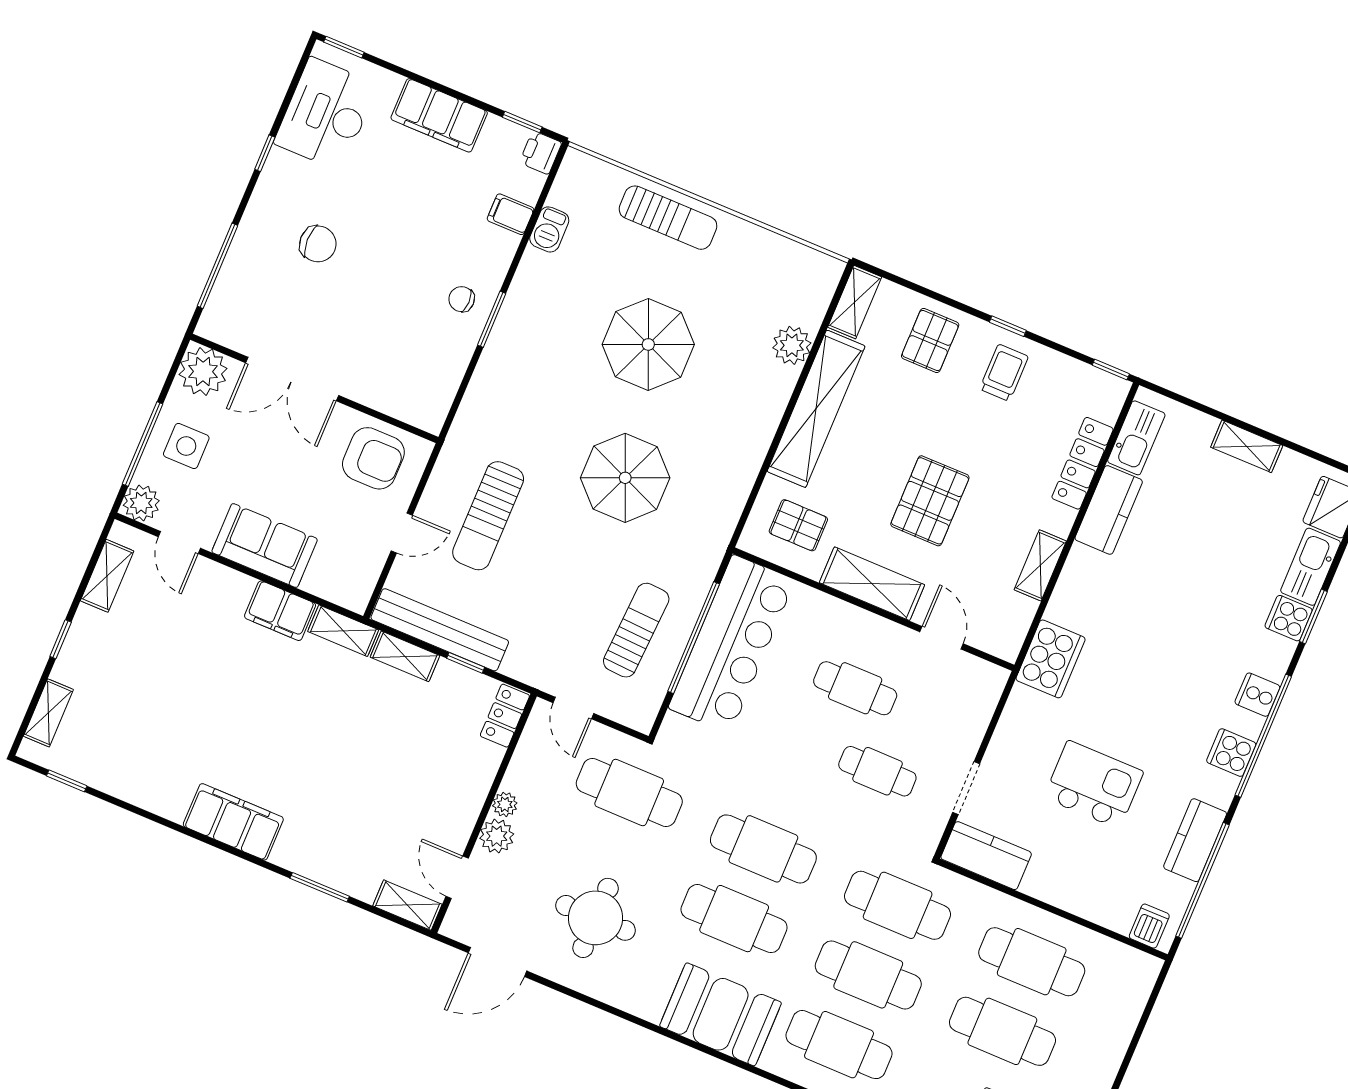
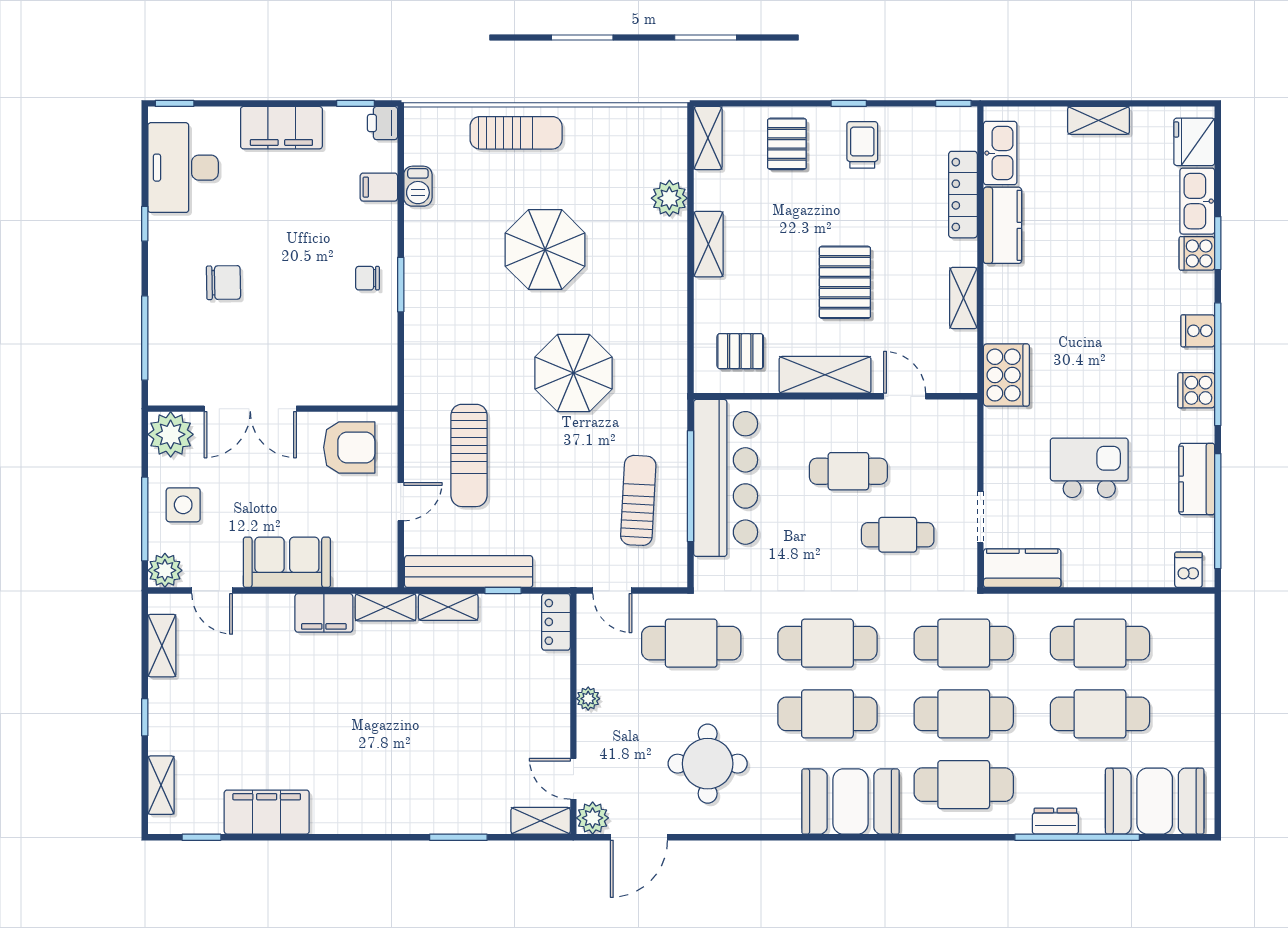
shelving: (816, 409) -> (708, 244), width x0.45, depth x0.75
filing cabinet: (233, 822) -> (267, 812), moved
plant: (497, 836) -> (593, 818), moved

